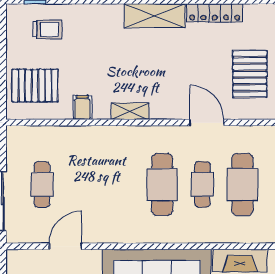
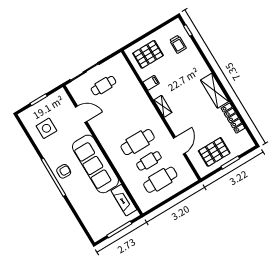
pallet: (35, 85) -> (148, 54), turned 90

